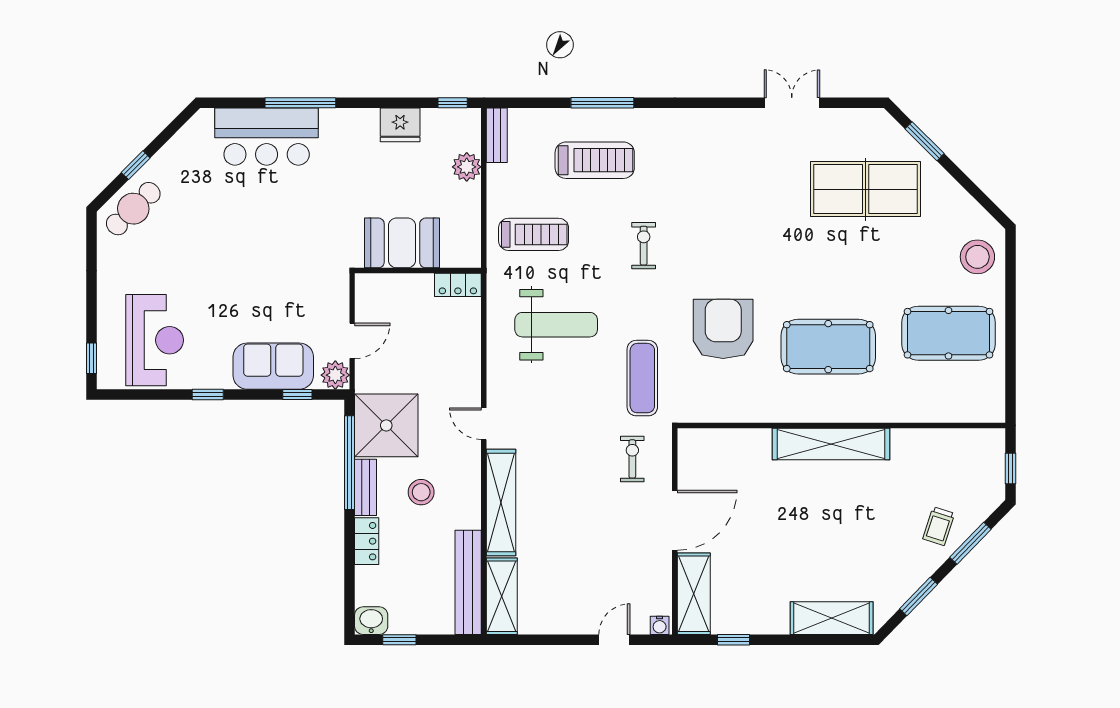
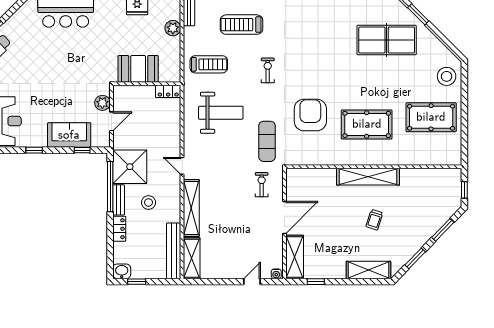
treadmill: (595, 160) -> (241, 25), turned 180
plant: (335, 375) -> (102, 103), moved
trolley: (939, 526) -> (374, 220), moved

